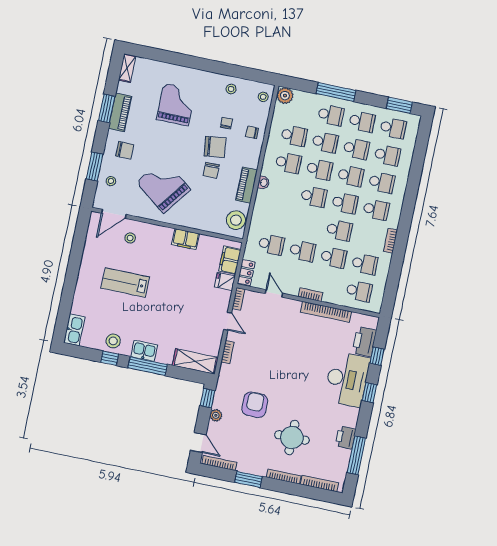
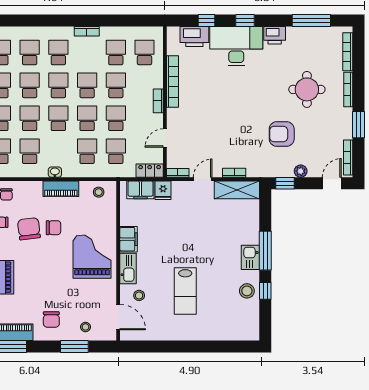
chair: (125, 150) -> (51, 319), turned 180
grand piano: (163, 186) -> (92, 257), moved, turned 143
school desk: (277, 217) -> (87, 151), added
stool: (236, 220) -> (99, 192), width x0.53, depth x0.53
school desk: (308, 224) -> (87, 118), added
kitchen sink: (74, 330) -> (128, 269), moved, turned 90
shelving: (195, 361) -> (237, 190), moved, turned 90
printer: (346, 437) -> (275, 35), moved

